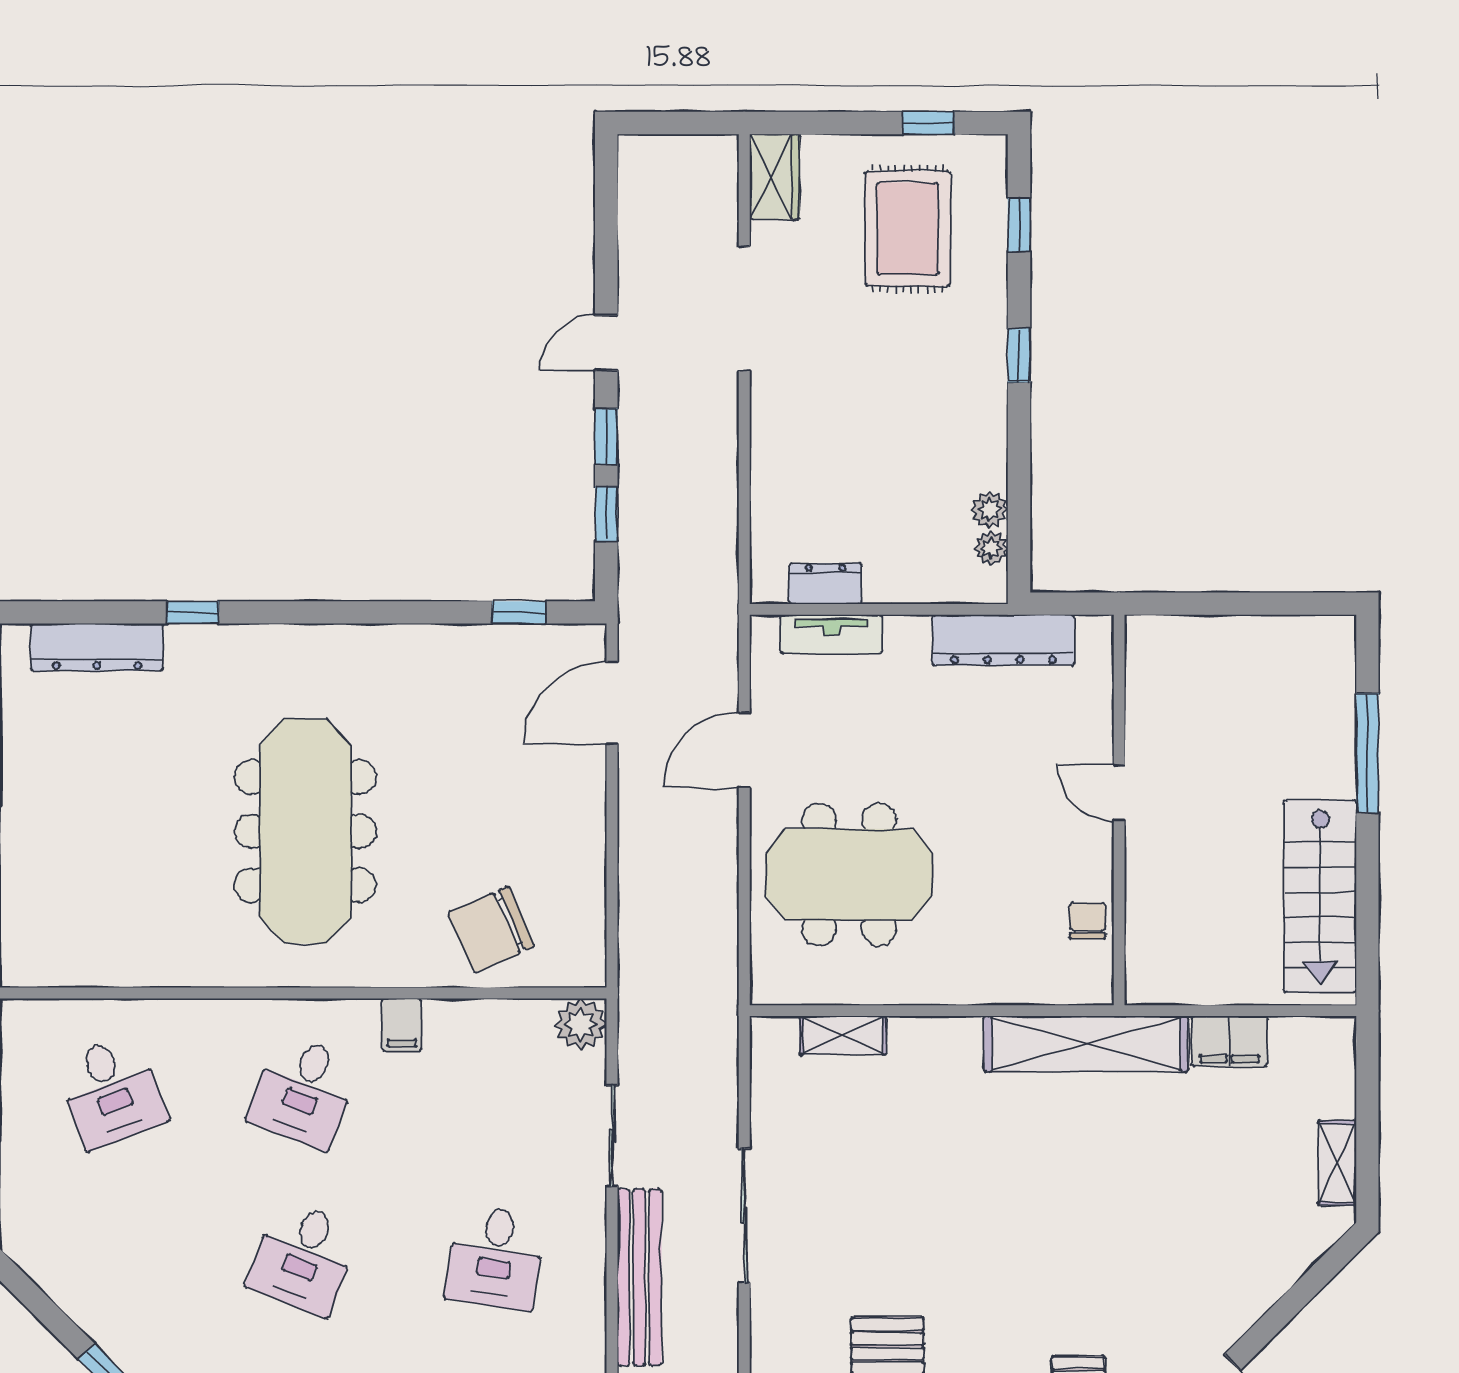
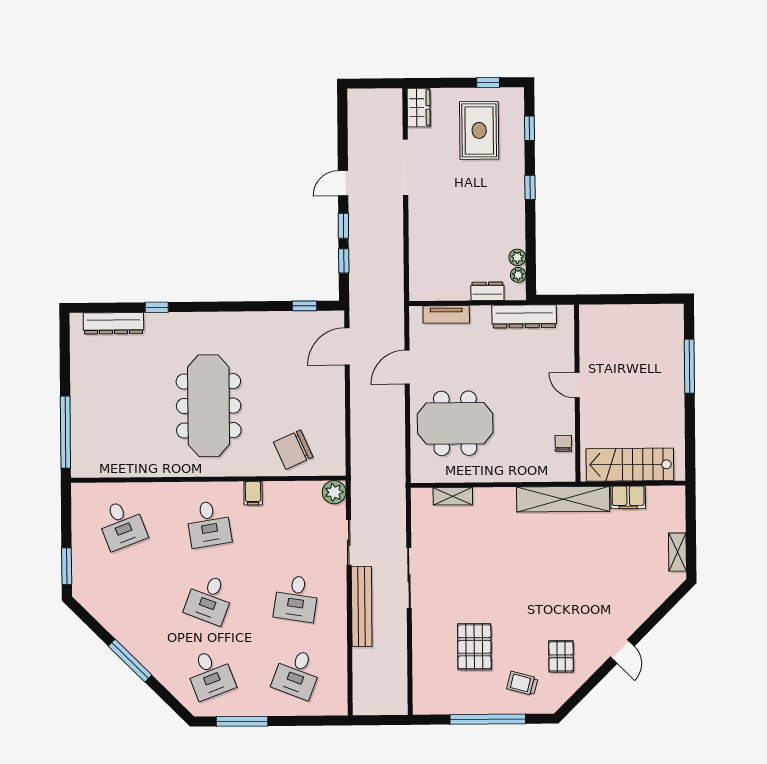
dresser: (826, 584) -> (487, 291), moved
stairs: (1320, 896) -> (630, 465), moved, turned 90
desk: (303, 1091) -> (209, 524), turned -30

